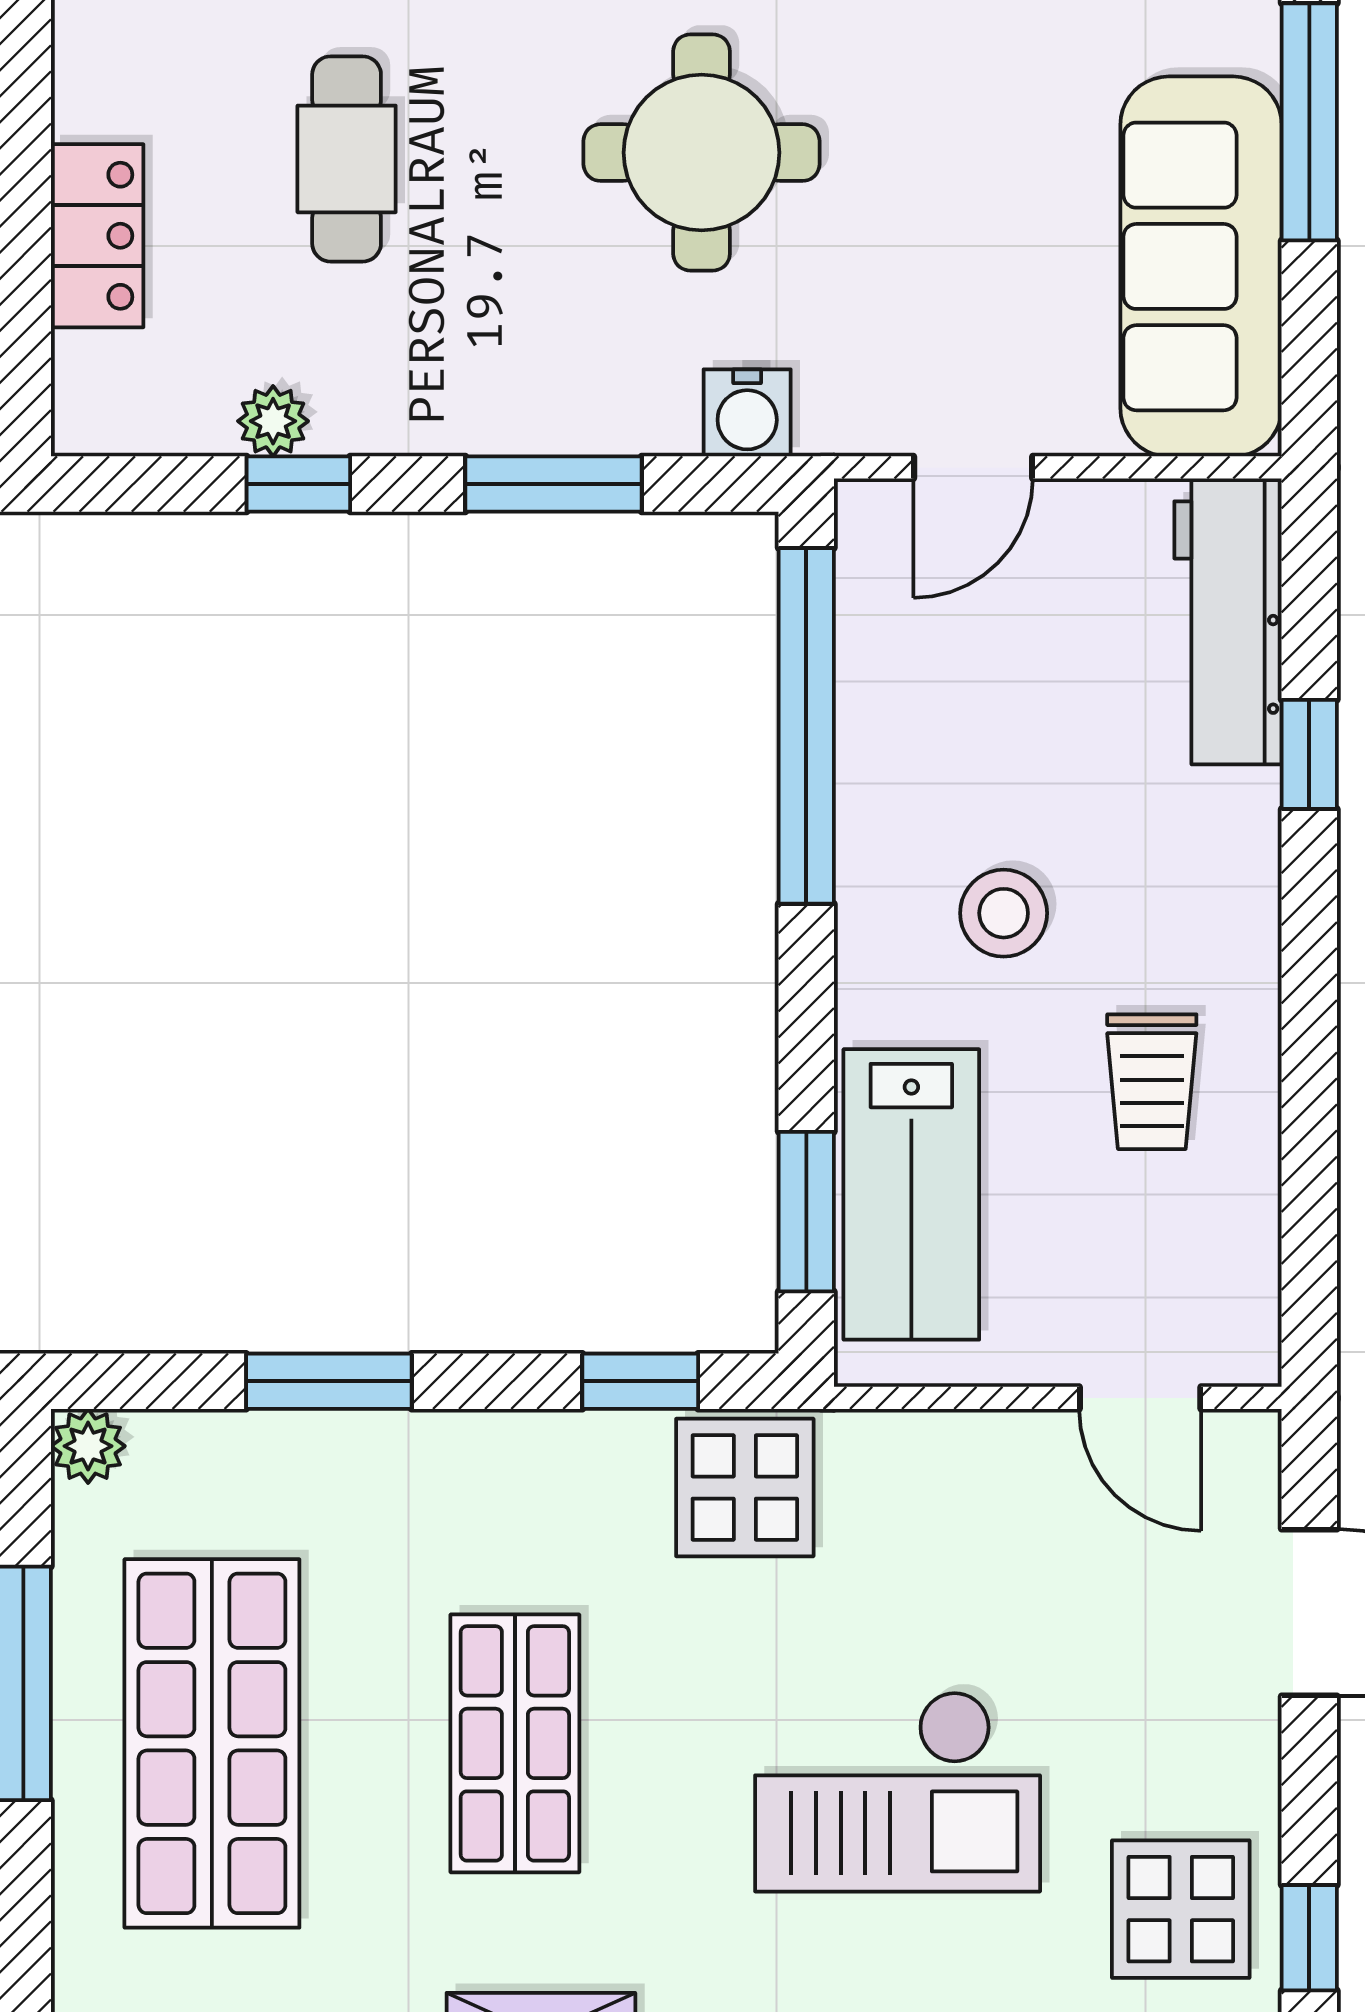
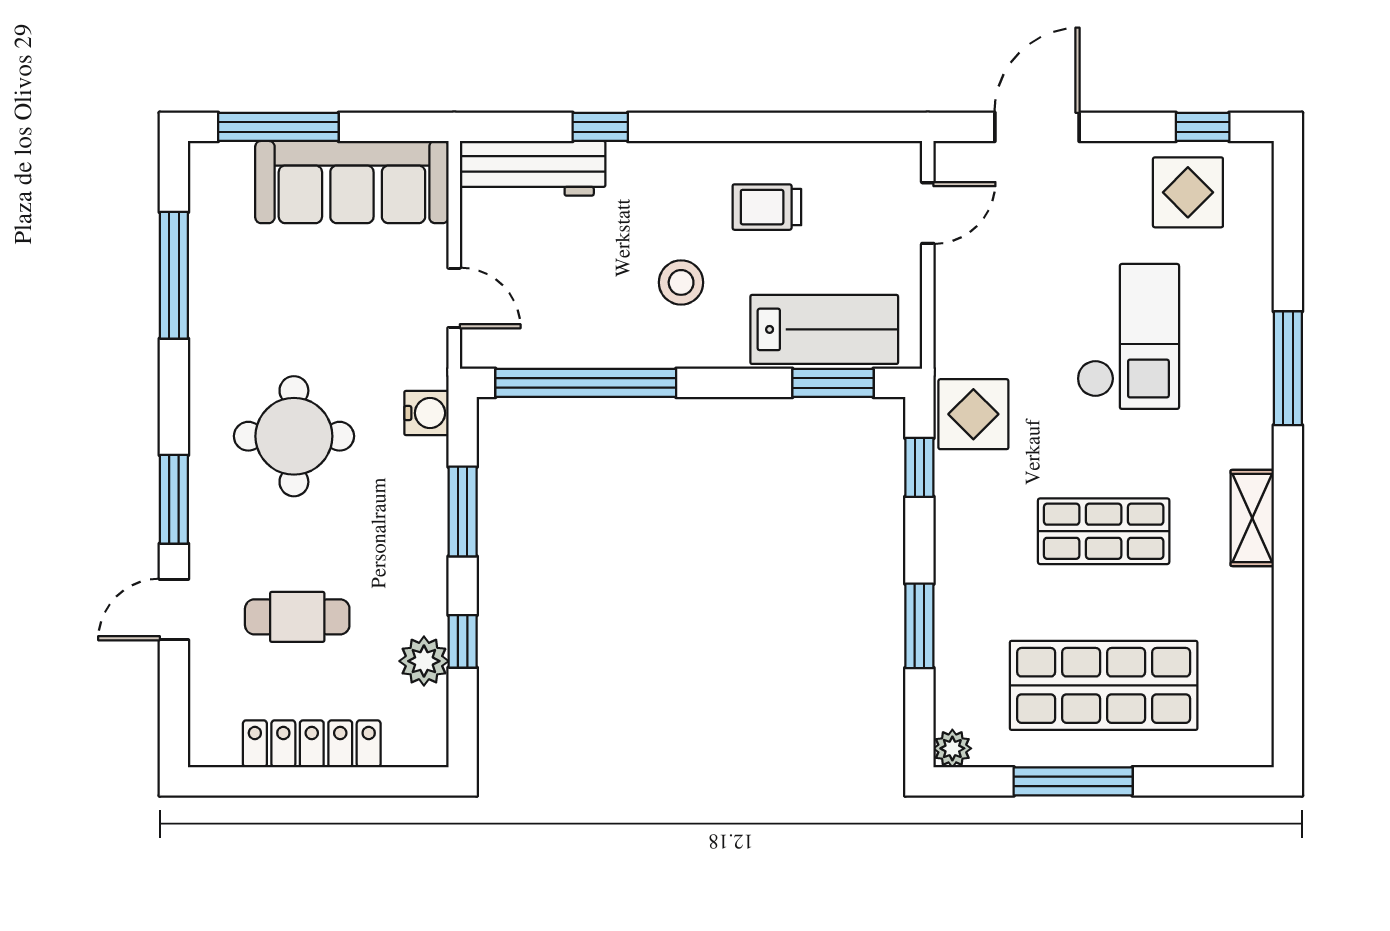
locker: (97, 236) -> (312, 744), width x1.53
plant: (273, 421) -> (424, 661), width x1.38, depth x1.38
trolley: (1152, 1082) -> (767, 207), turned 180

